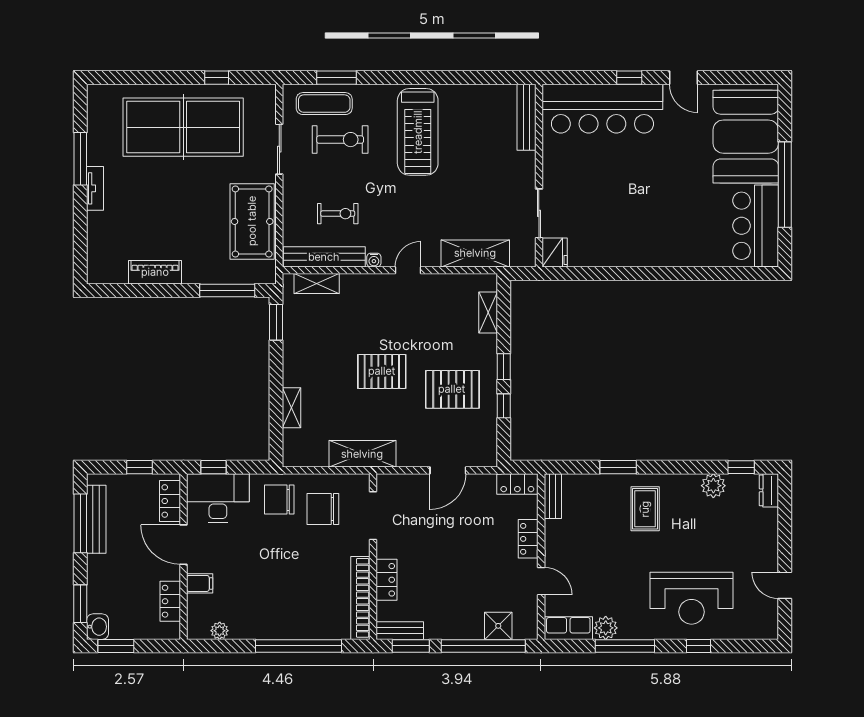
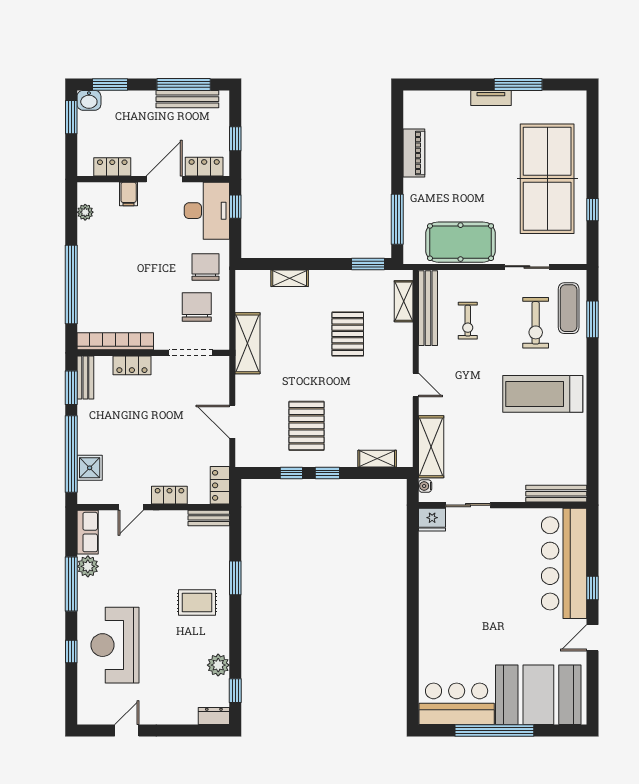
water cooler: (374, 260) -> (425, 486), moved
pallet: (382, 371) -> (348, 334), moved

